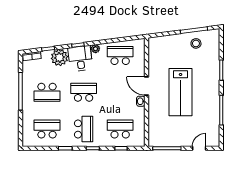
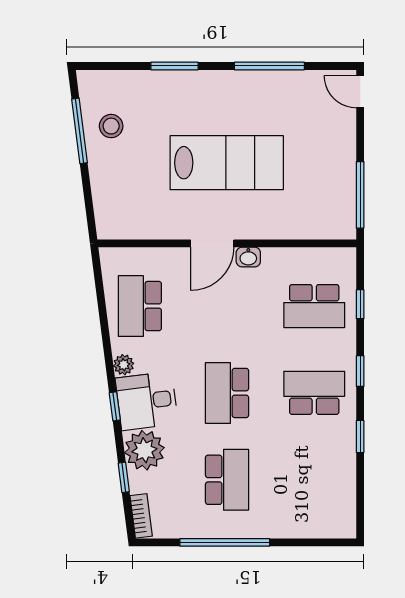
school desk: (47, 129) -> (314, 480), removed
school desk: (120, 129) -> (314, 306), turned -90
door: (199, 148) -> (360, 92), moved

